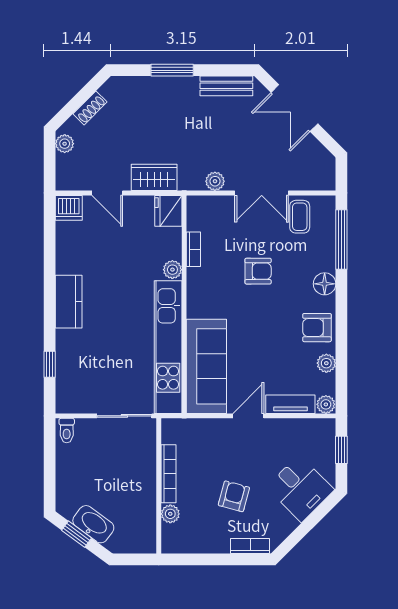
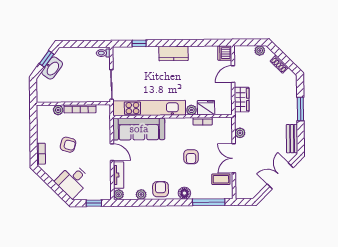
fridge: (168, 211) -> (206, 108), moved

